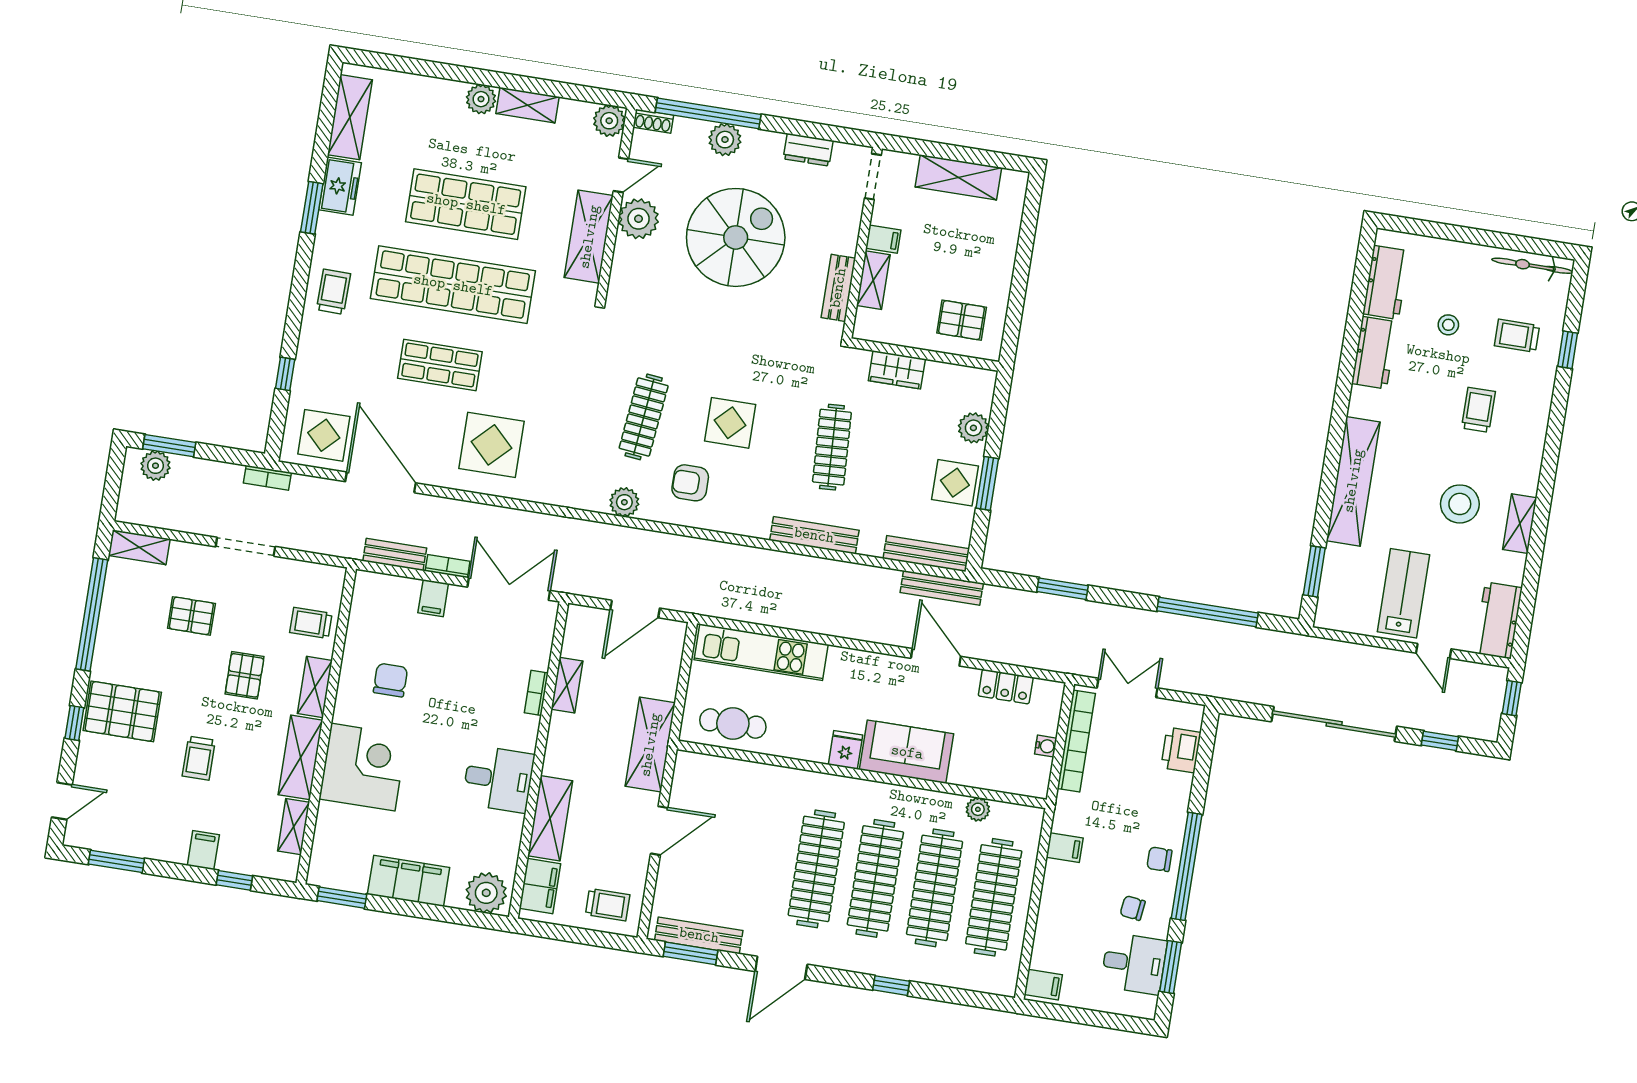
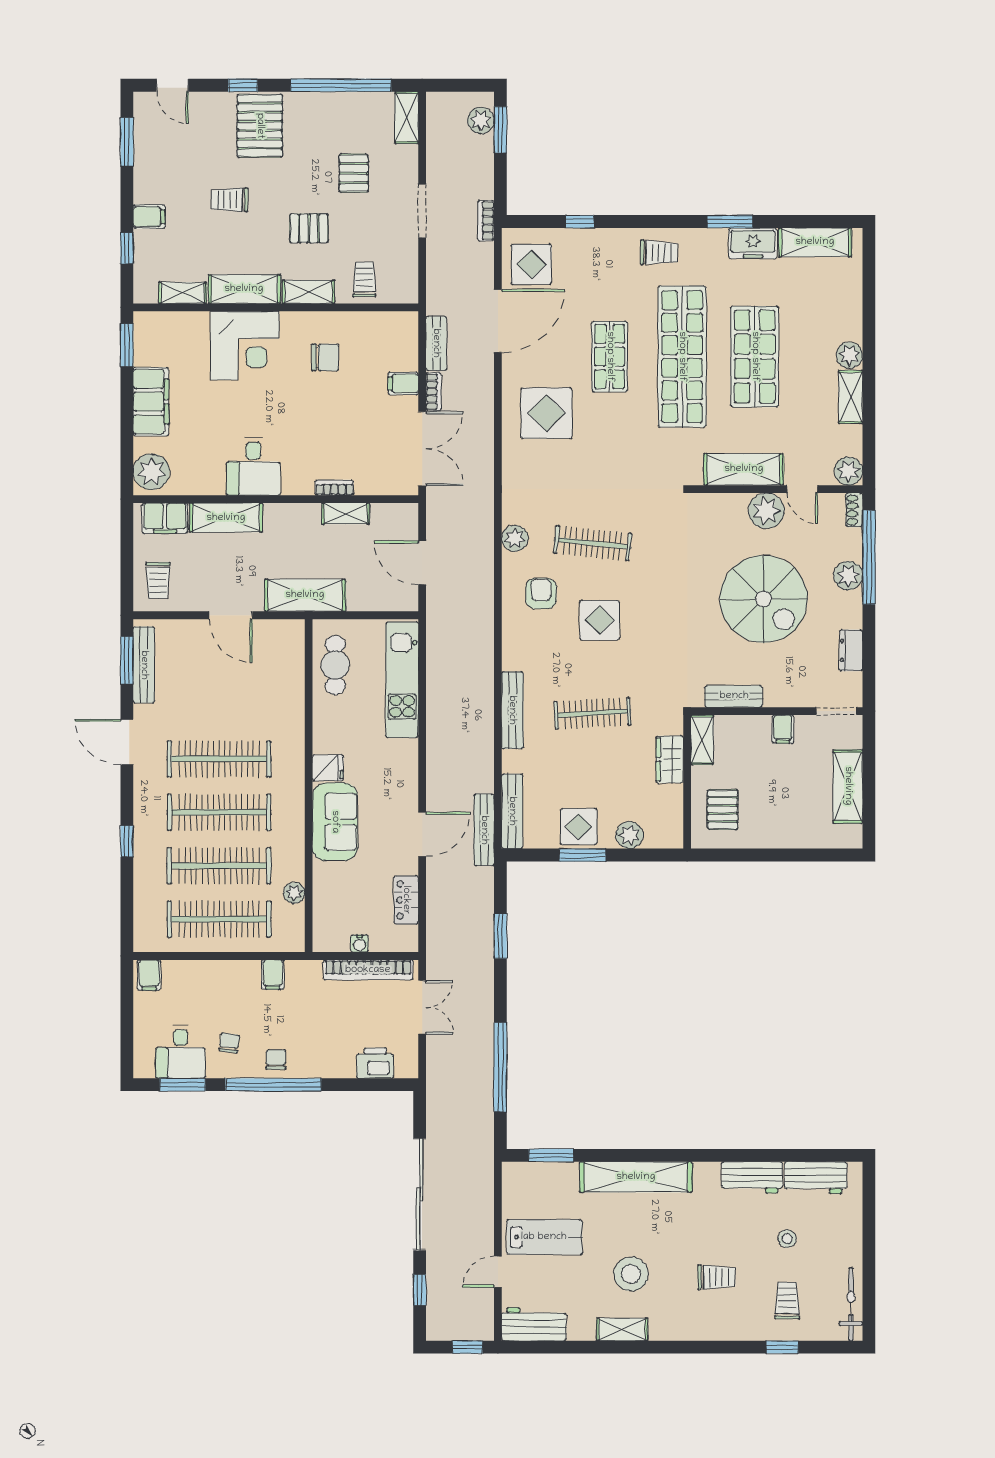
shelving: (873, 280) -> (702, 740), moved, turned 90

